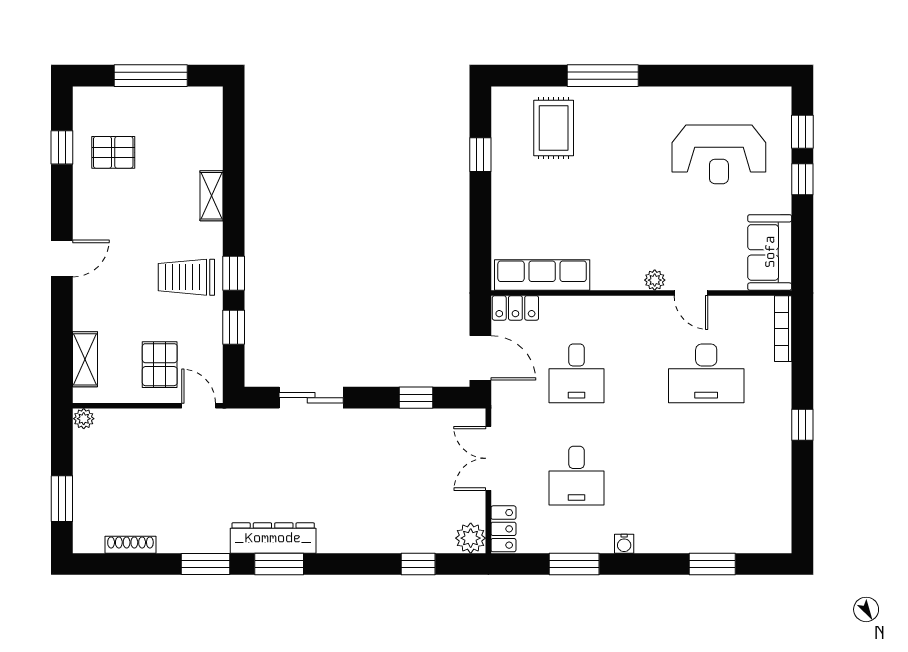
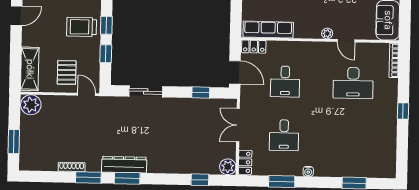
shelving: (85, 359) -> (30, 69), width x1.50, depth x1.33
plant: (84, 419) -> (31, 105), width x1.88, depth x1.88
shoe rack: (130, 545) -> (72, 167), moved

